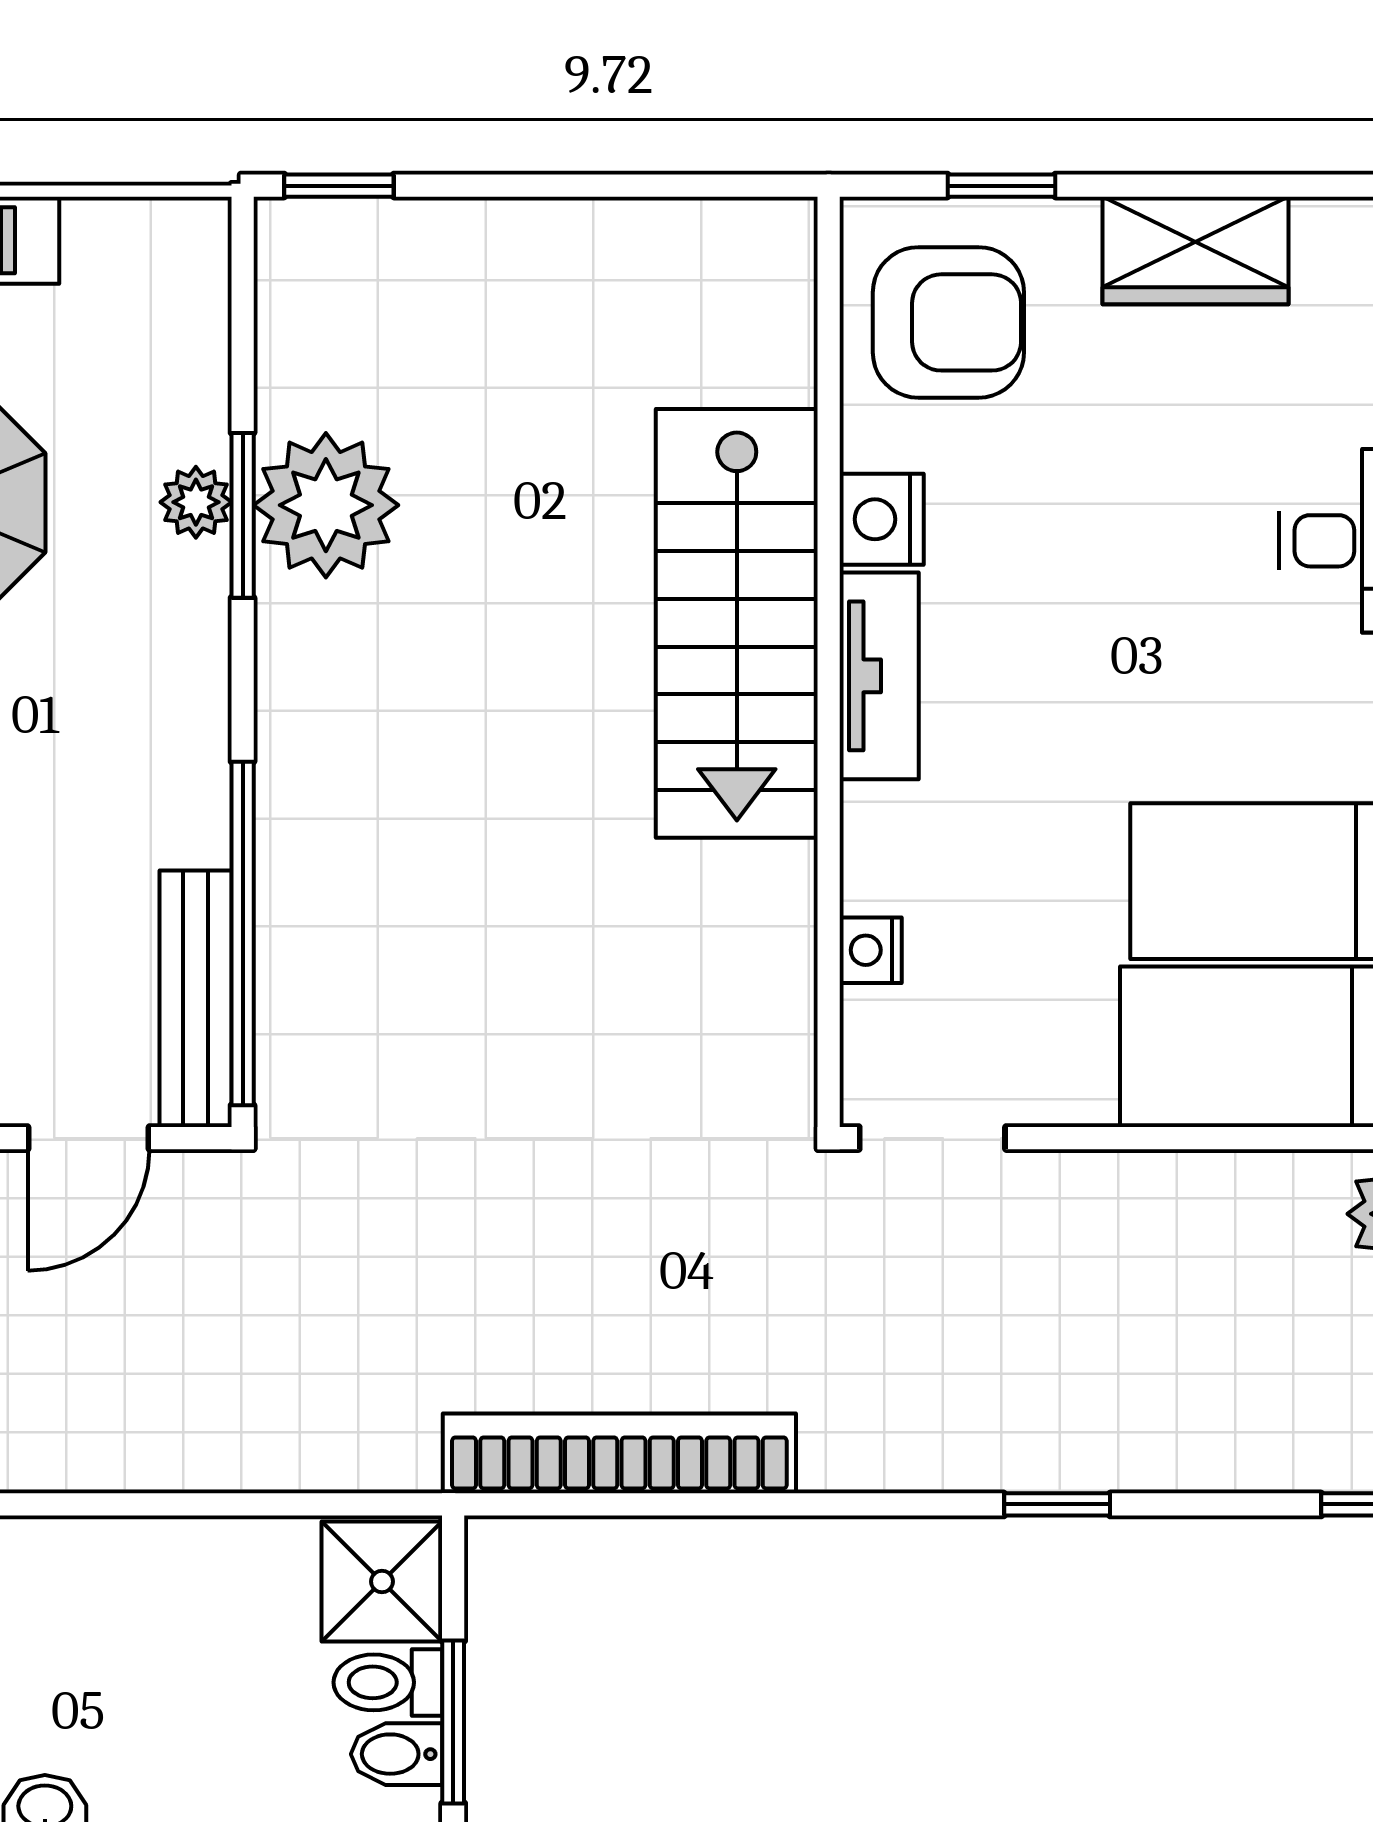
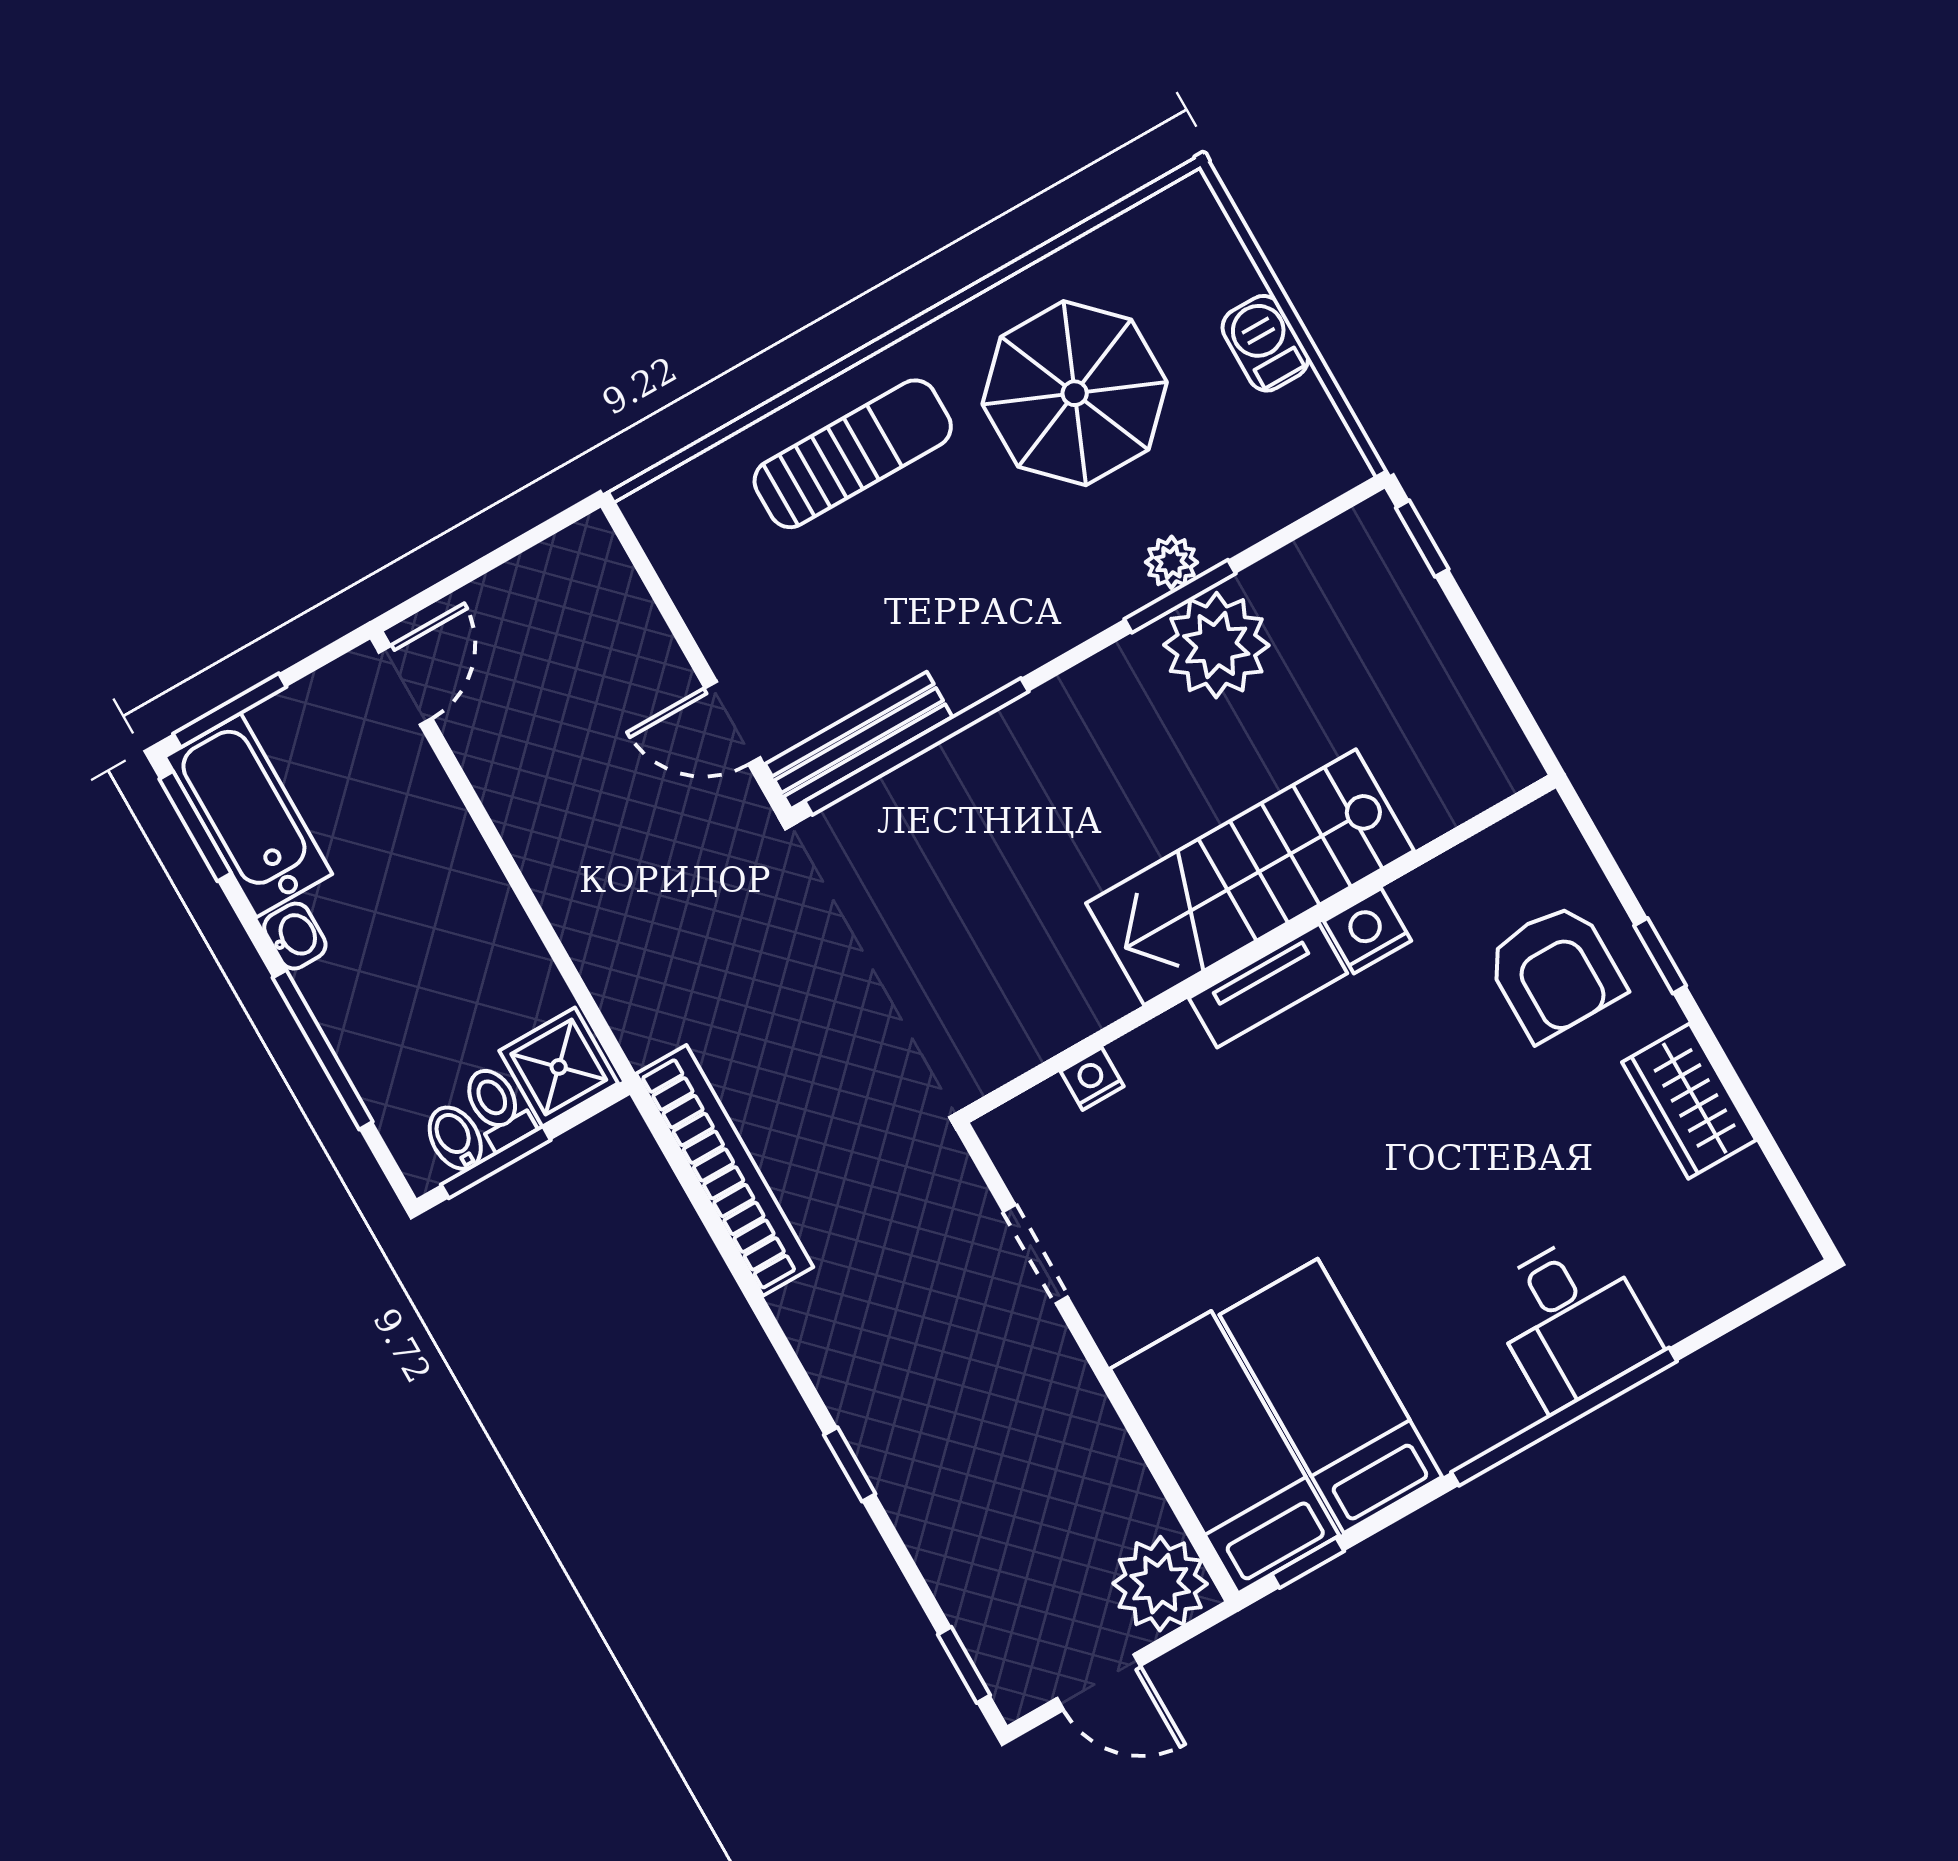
nightstand: (882, 519) -> (1367, 931), moved
stairs: (737, 623) -> (1250, 877), moved
wall: (829, 662) -> (1259, 949), moved
tv unit: (879, 676) -> (1268, 986), moved
nightstand: (871, 950) -> (1092, 1079), moved

